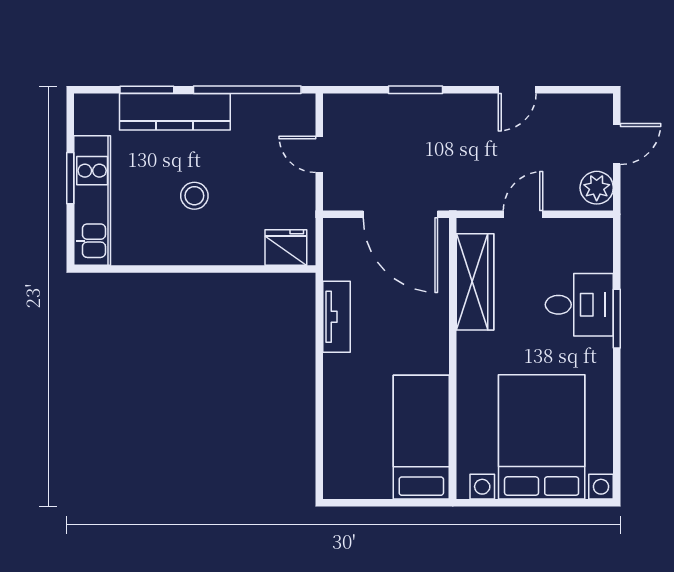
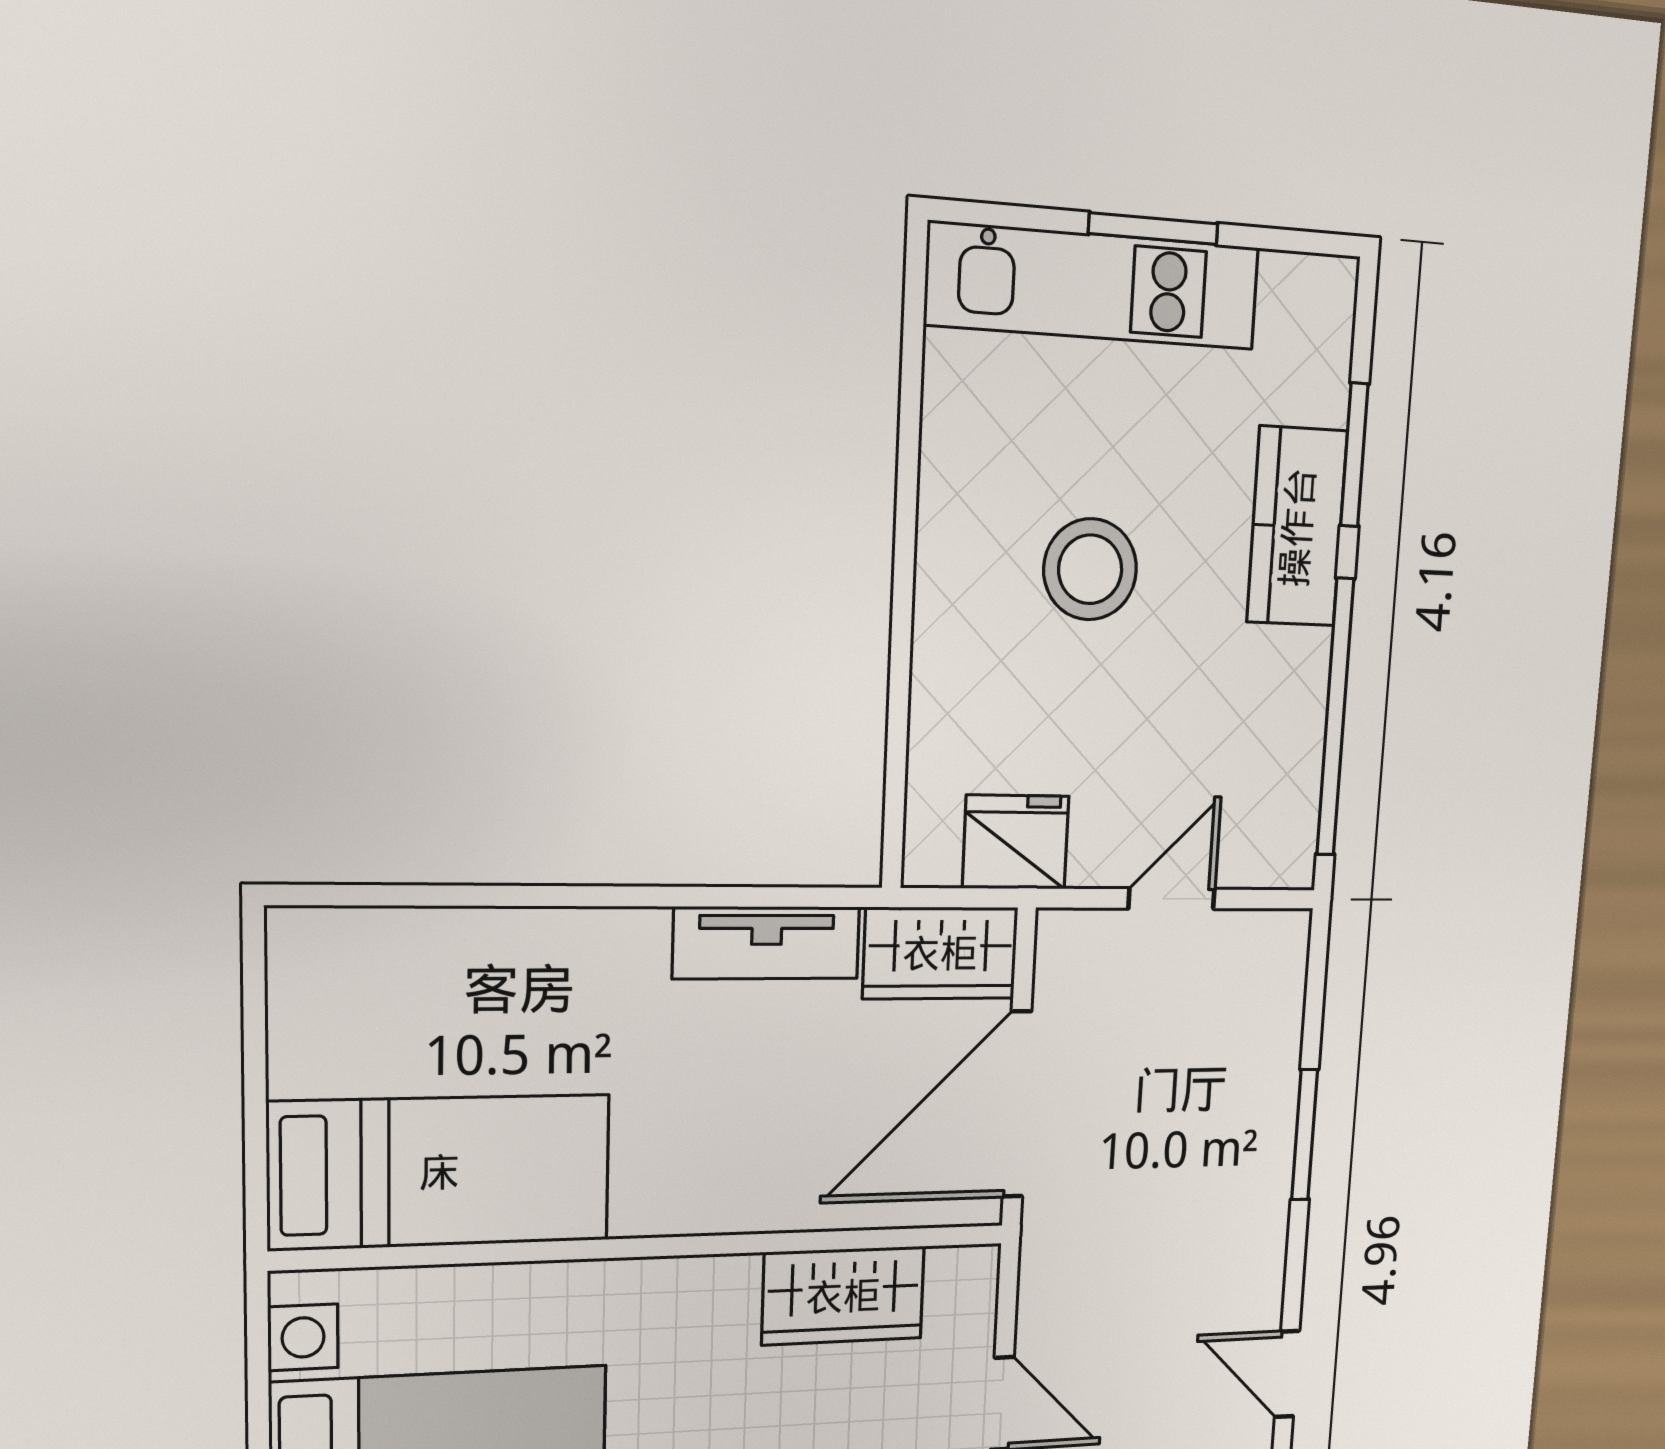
kitchen counter: (175, 112) -> (1297, 527), width x0.67
stool: (194, 196) -> (1090, 569), width x1.38, depth x1.38
fridge: (286, 247) -> (1016, 842), moved, turned -90
wardrobe: (340, 248) -> (940, 953), added
wardrobe: (475, 282) -> (843, 1296), width x0.67

